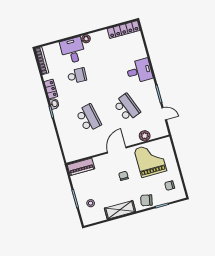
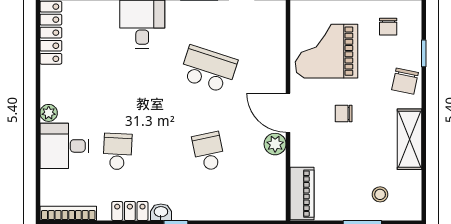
school desk: (127, 107) -> (209, 69), turned 39
school desk: (89, 118) -> (209, 151), width x0.54
plant: (145, 136) -> (275, 144), moved

